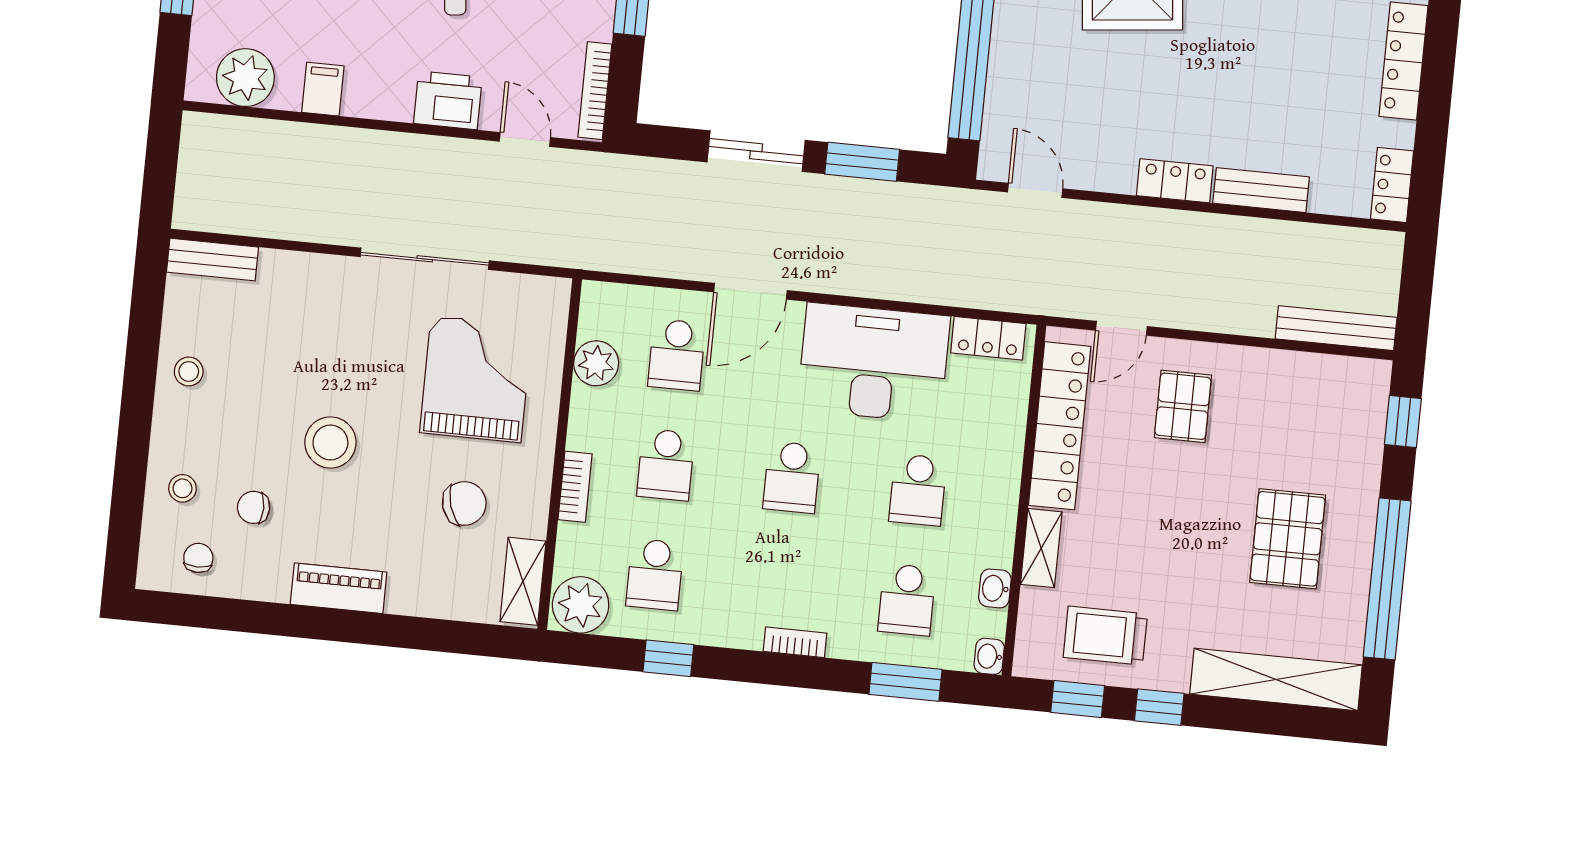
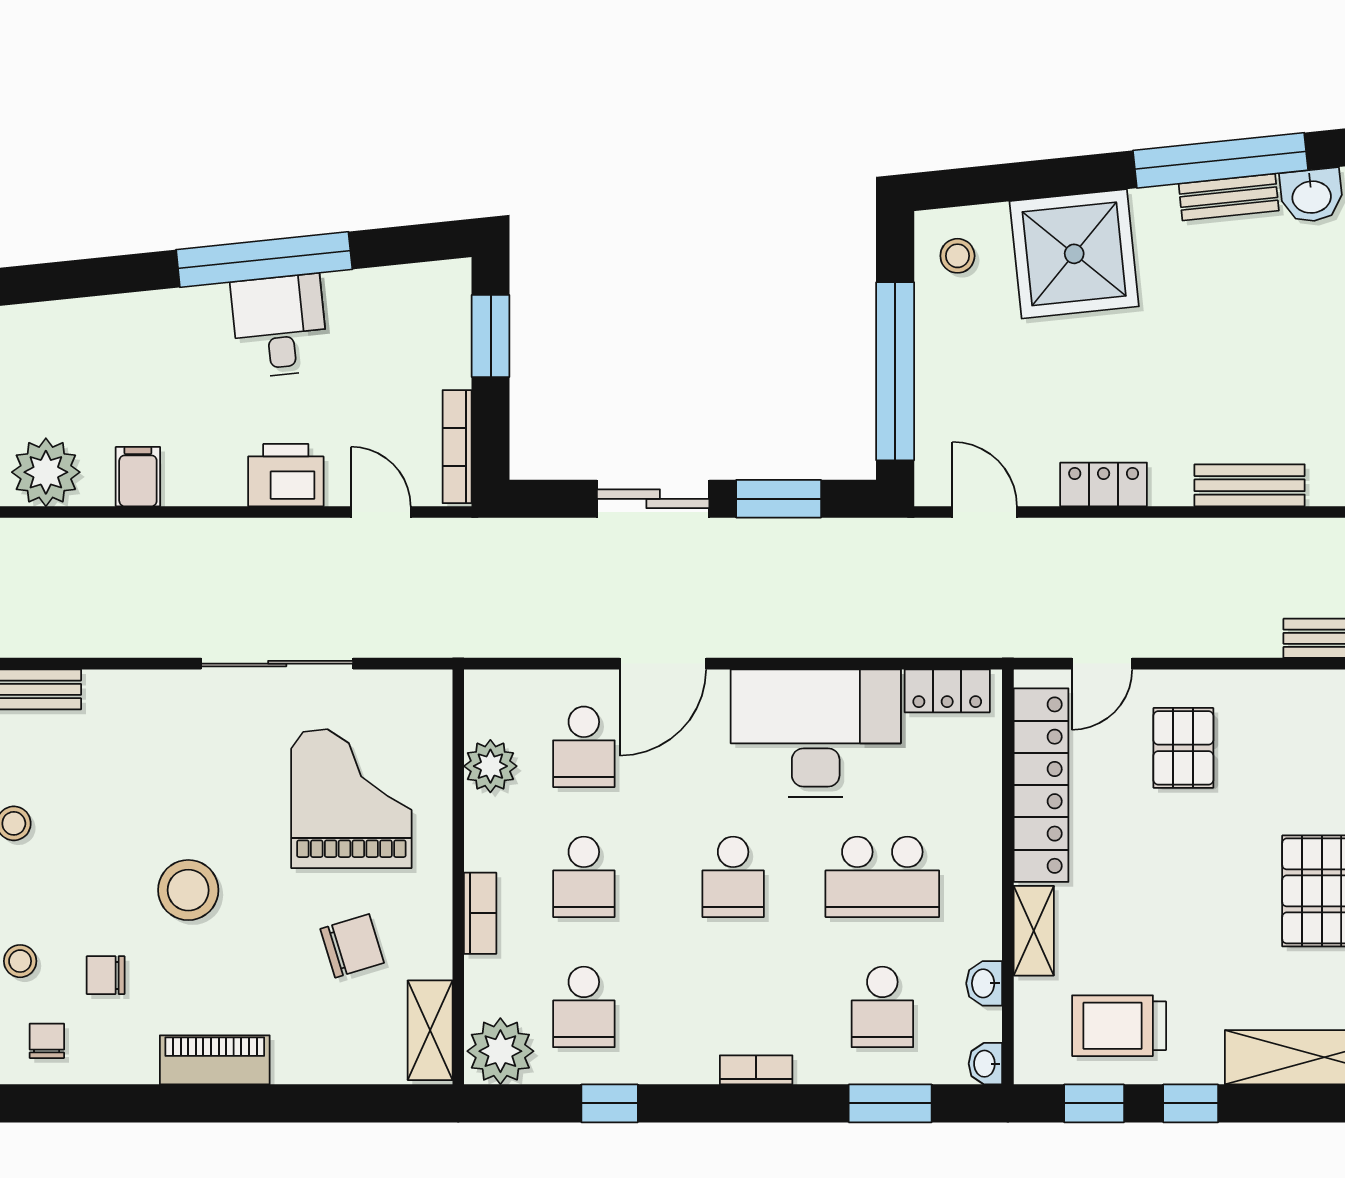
locker: (1175, 181) -> (1104, 484), moved
school desk: (918, 490) -> (882, 877), width x1.85

